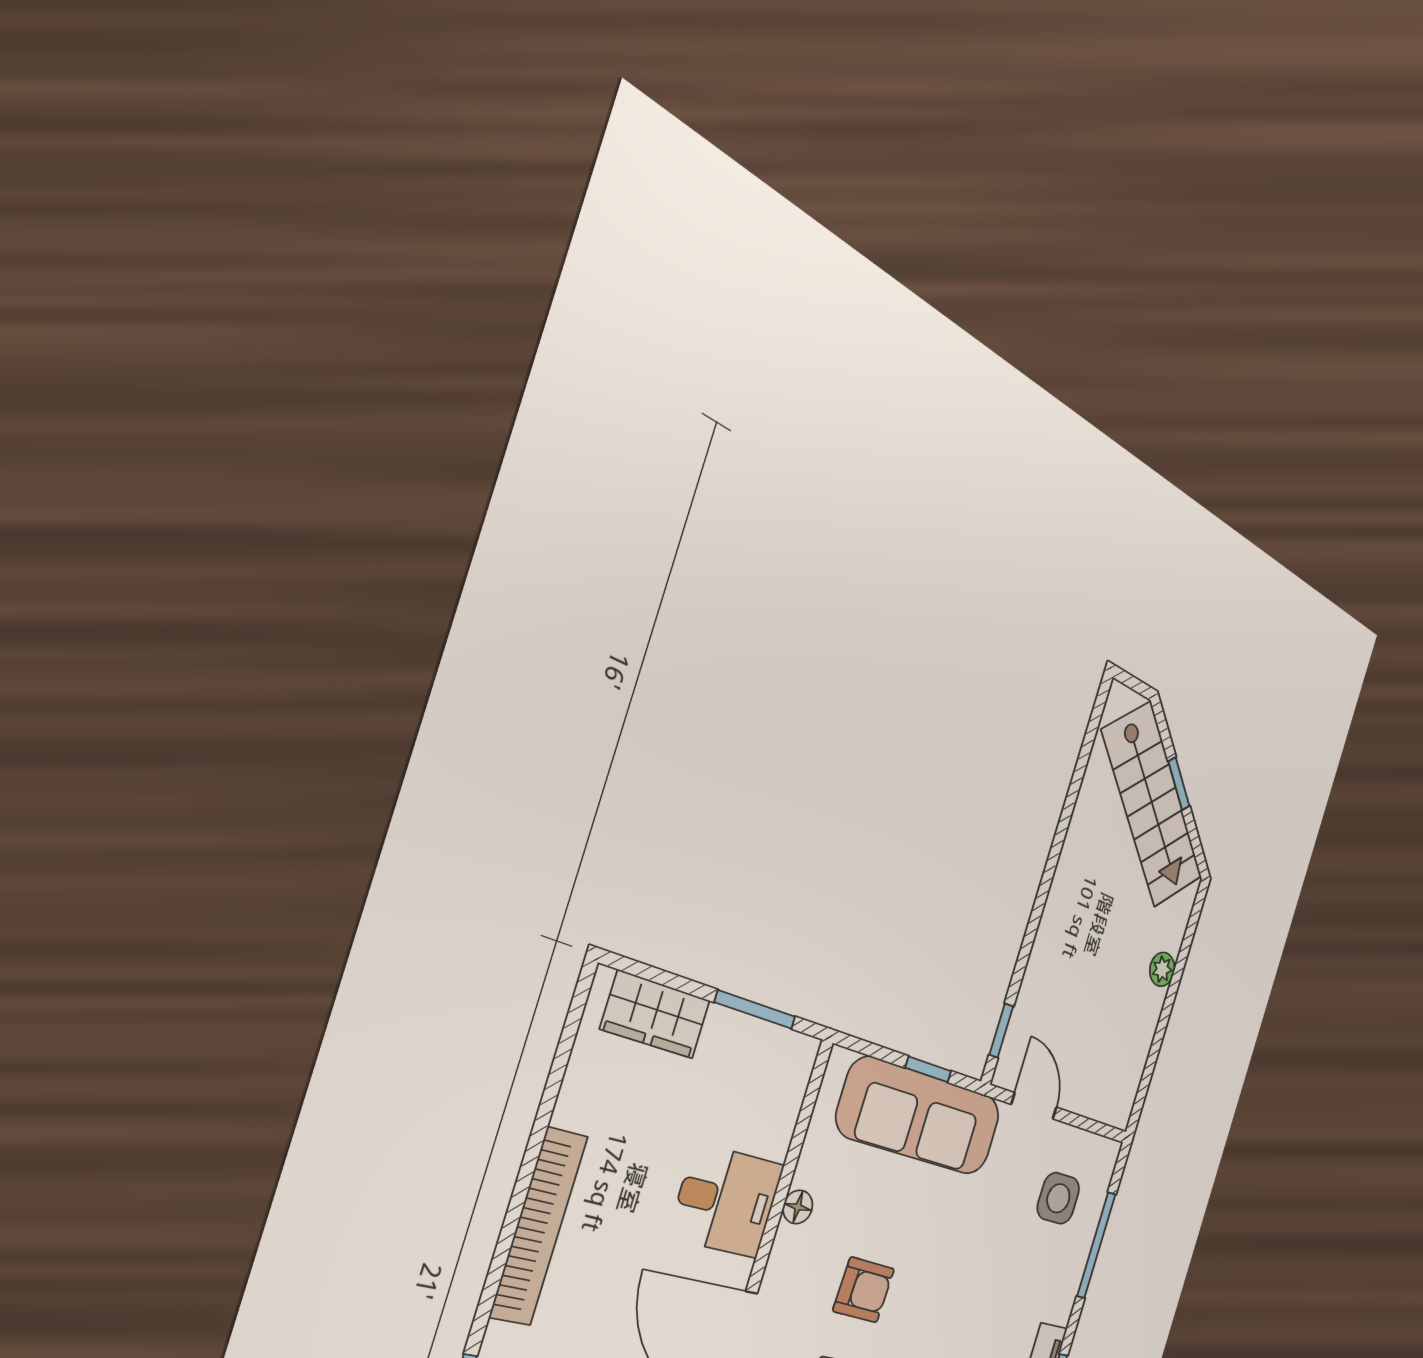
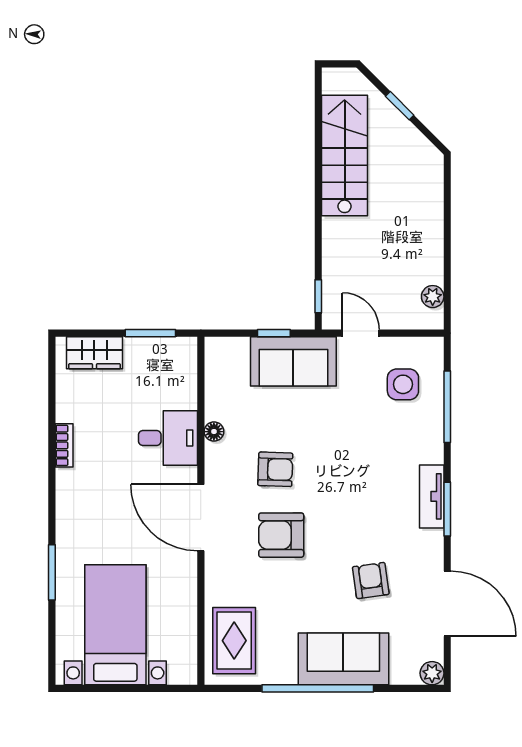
stairs: (1153, 805) -> (345, 156), moved, turned -135
plant: (1162, 969) -> (433, 297), moved
sofa: (920, 1116) -> (293, 361), width x0.73
bookcase: (539, 1226) -> (64, 445), width x0.43, depth x0.76

